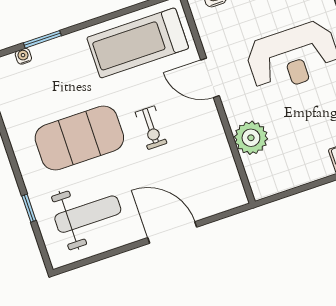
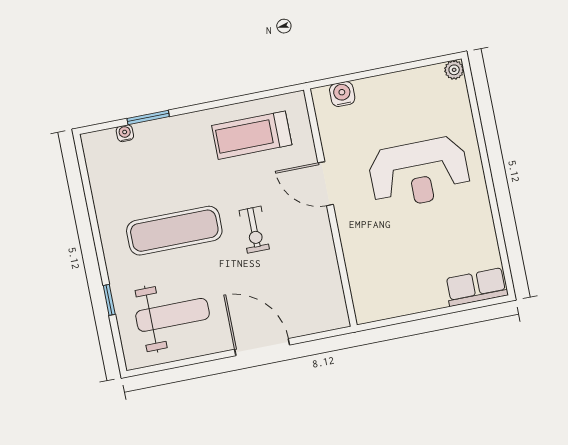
treadmill: (138, 43) -> (252, 135), width x0.73, depth x0.73
exercise mat: (79, 138) -> (174, 231), width x0.68
plant: (251, 138) -> (362, 255), removed

